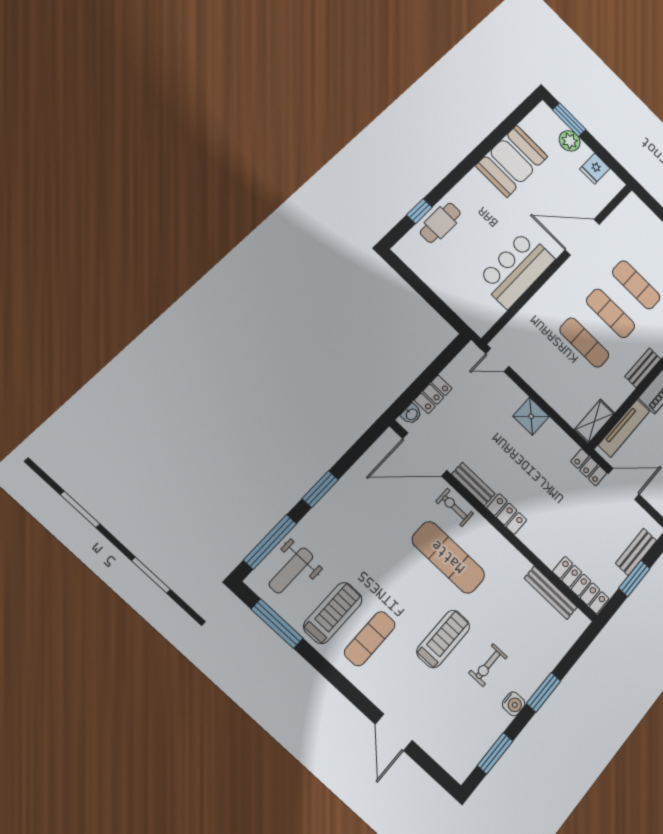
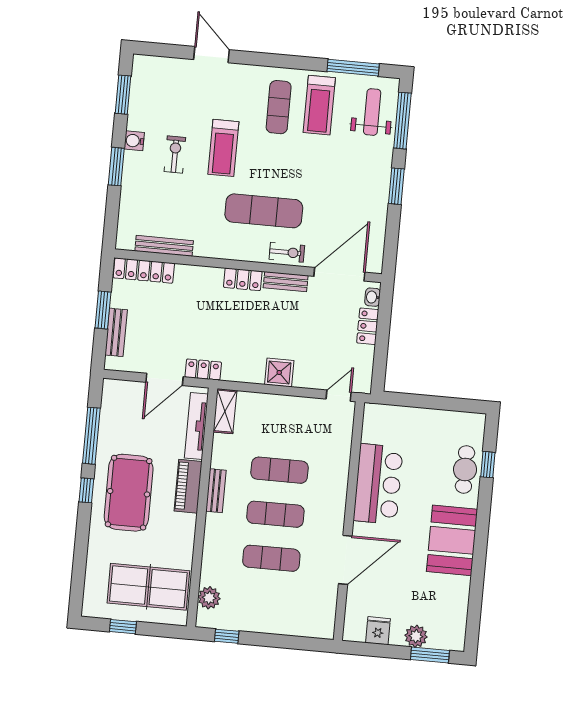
booth: (512, 161) -> (452, 540), moved

